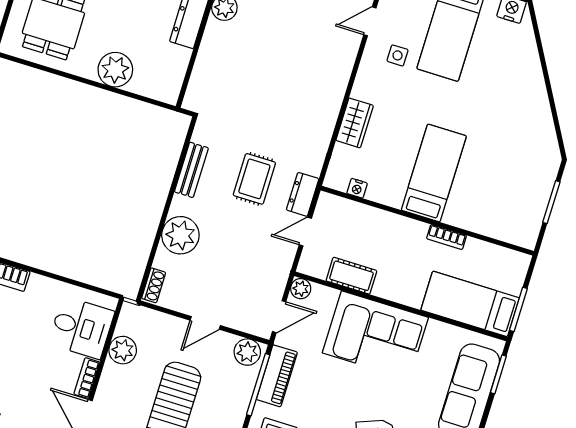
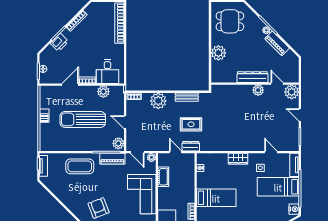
wardrobe: (355, 123) -> (238, 159), moved

